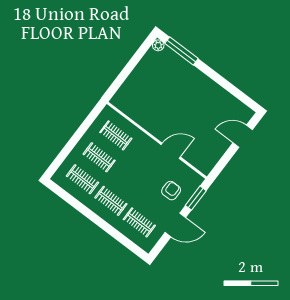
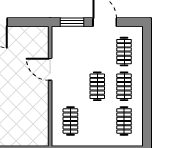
clothes rail: (99, 157) -> (97, 86), moved
armchair: (171, 191) -> (81, 46), removed

